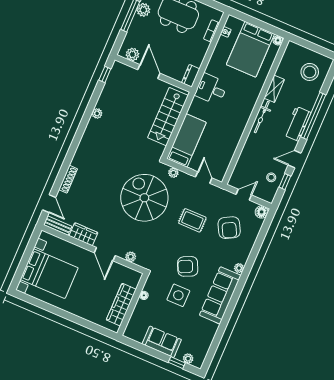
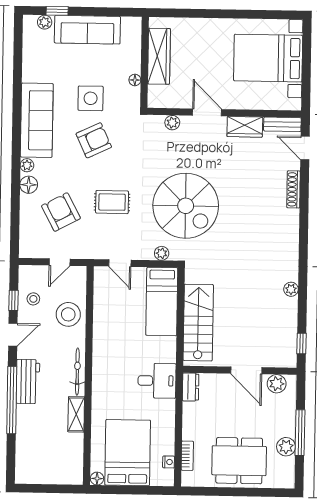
stool: (310, 72) -> (68, 314), moved
floor lamp: (262, 212) -> (29, 185), moved
sofa: (162, 342) -> (87, 30), width x1.36

